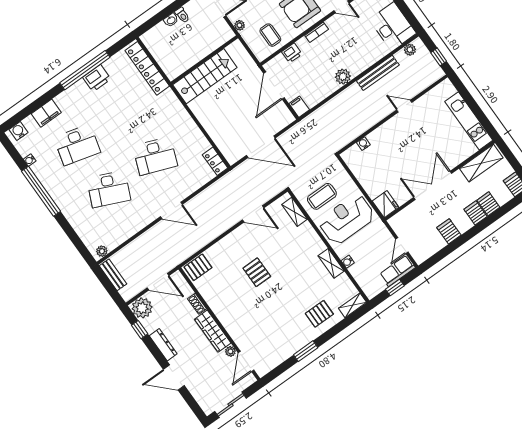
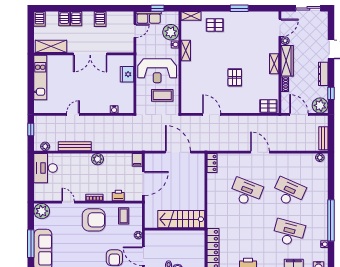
door: (404, 106) -> (73, 114), swing flipped
fridge: (386, 204) -> (127, 74), moved
shelving: (295, 212) -> (274, 64), moved
plant: (362, 272) -> (171, 32), added

